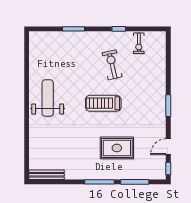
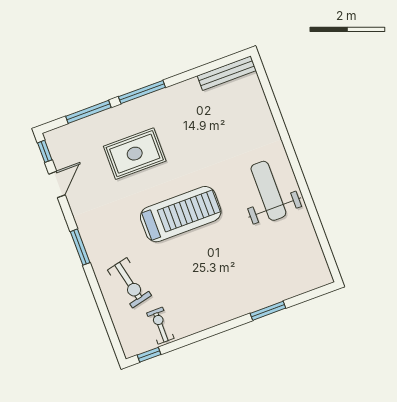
window: (119, 29) -> (149, 355), moved
exercise bike: (112, 65) -> (130, 283), moved
weight bench: (48, 98) -> (268, 191), turned 180
treadmill: (103, 103) -> (181, 214), width x1.37, depth x1.38

